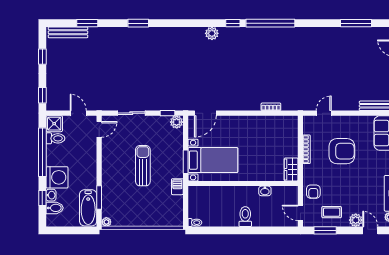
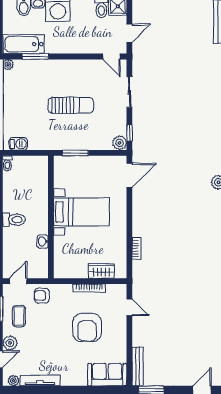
door: (205, 113) -> (129, 175), swing flipped
bed with nightstands: (213, 160) -> (81, 212), moved, turned -90
wardrobe: (291, 169) -> (101, 271), moved
barbecue: (177, 187) -> (18, 144), moved

